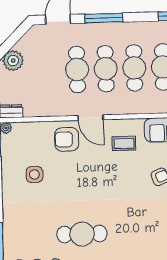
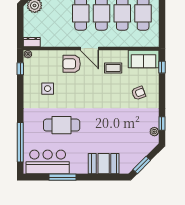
cafe table: (82, 234) -> (62, 125), moved

